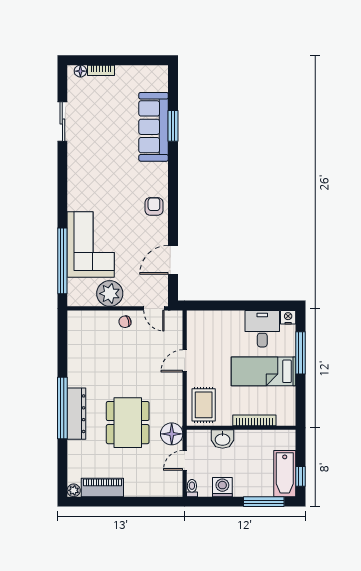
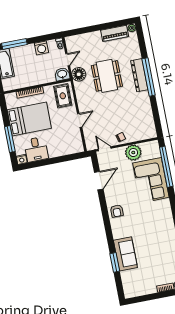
sofa: (154, 127) -> (125, 254), width x0.73
bed: (264, 371) -> (29, 119), width x1.50
washbasin: (223, 439) -> (62, 74), moved

